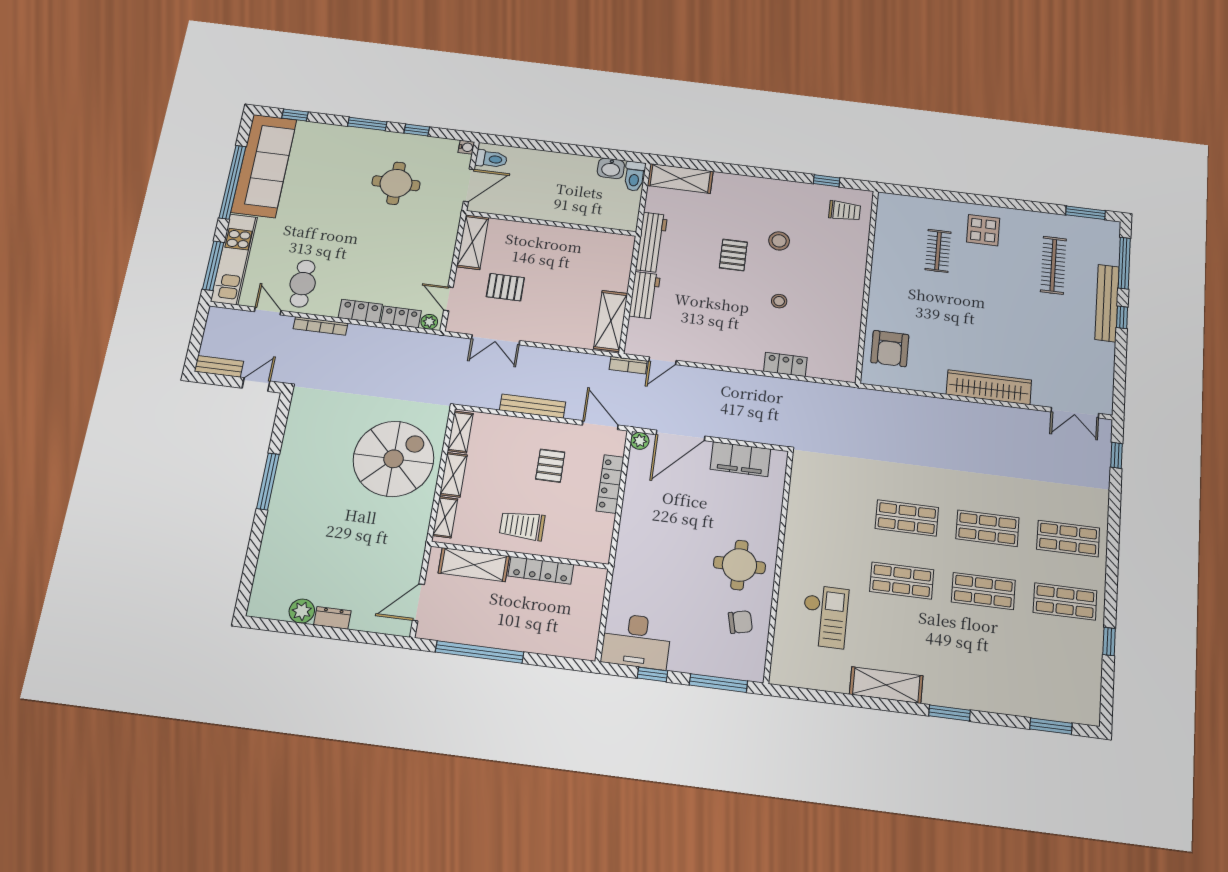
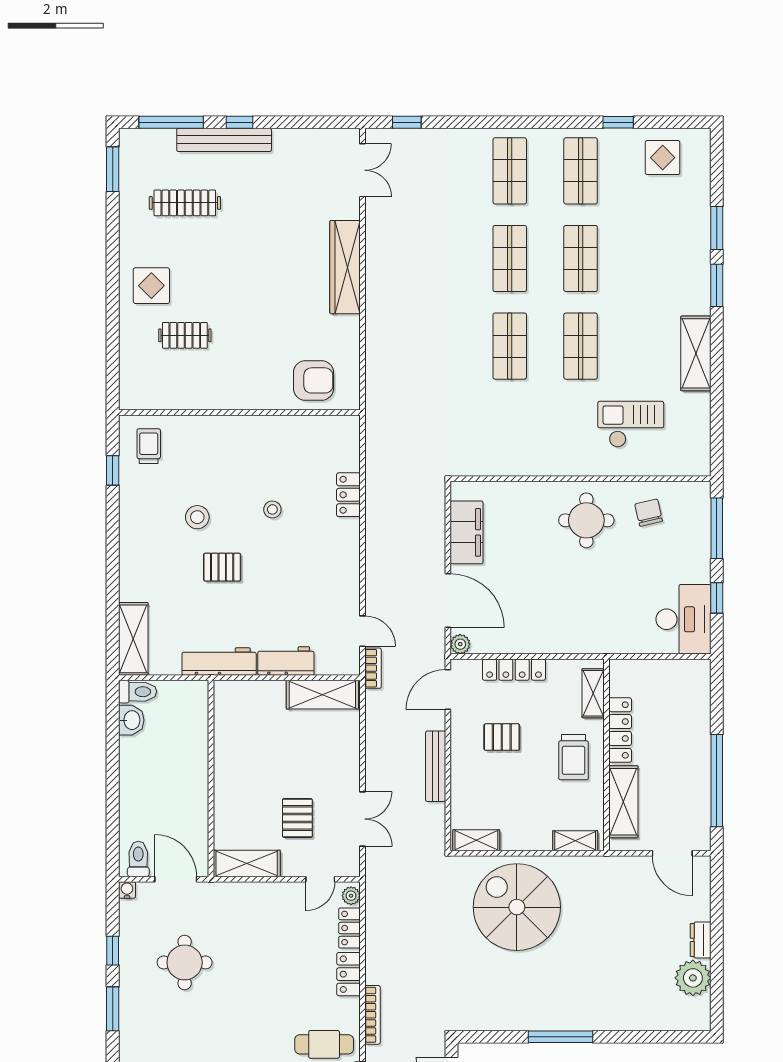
shelving: (453, 475) -> (593, 693), moved, turned 90
plant: (302, 611) -> (693, 978), width x1.36, depth x1.36
display table: (1074, 678) -> (663, 158), added
window: (1051, 726) -> (717, 228), moved

